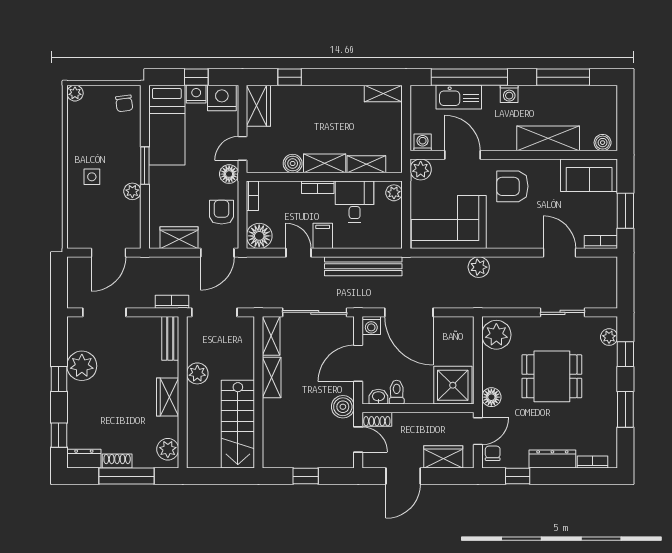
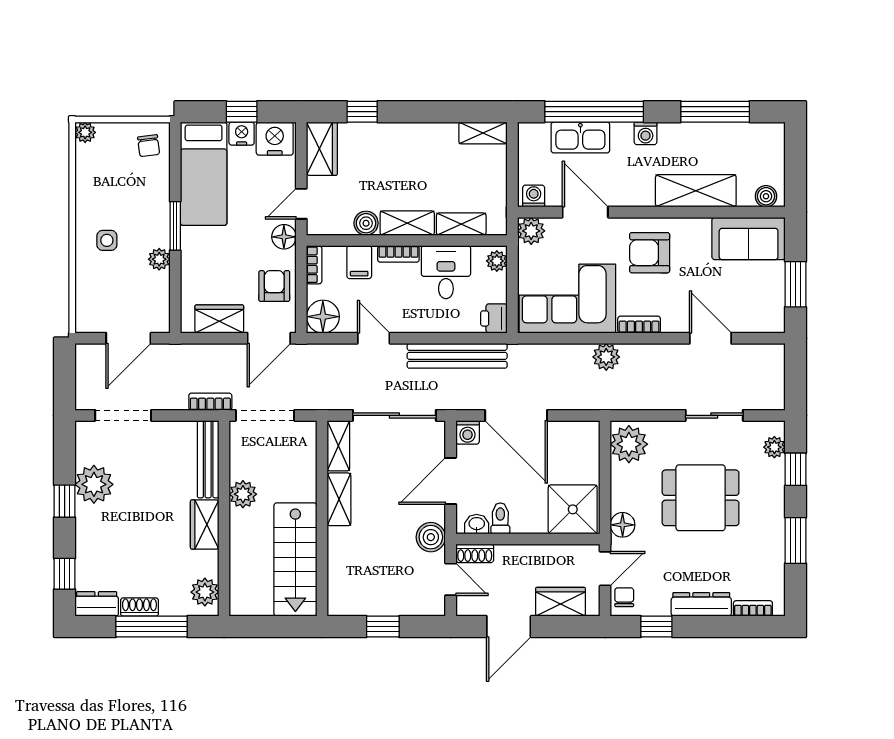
filing cabinet: (323, 236) -> (359, 262), moved, turned 180
printer: (392, 237) -> (494, 318), added
bookcase: (601, 242) -> (639, 325), moved
bench: (170, 338) -> (208, 459), width x1.36

